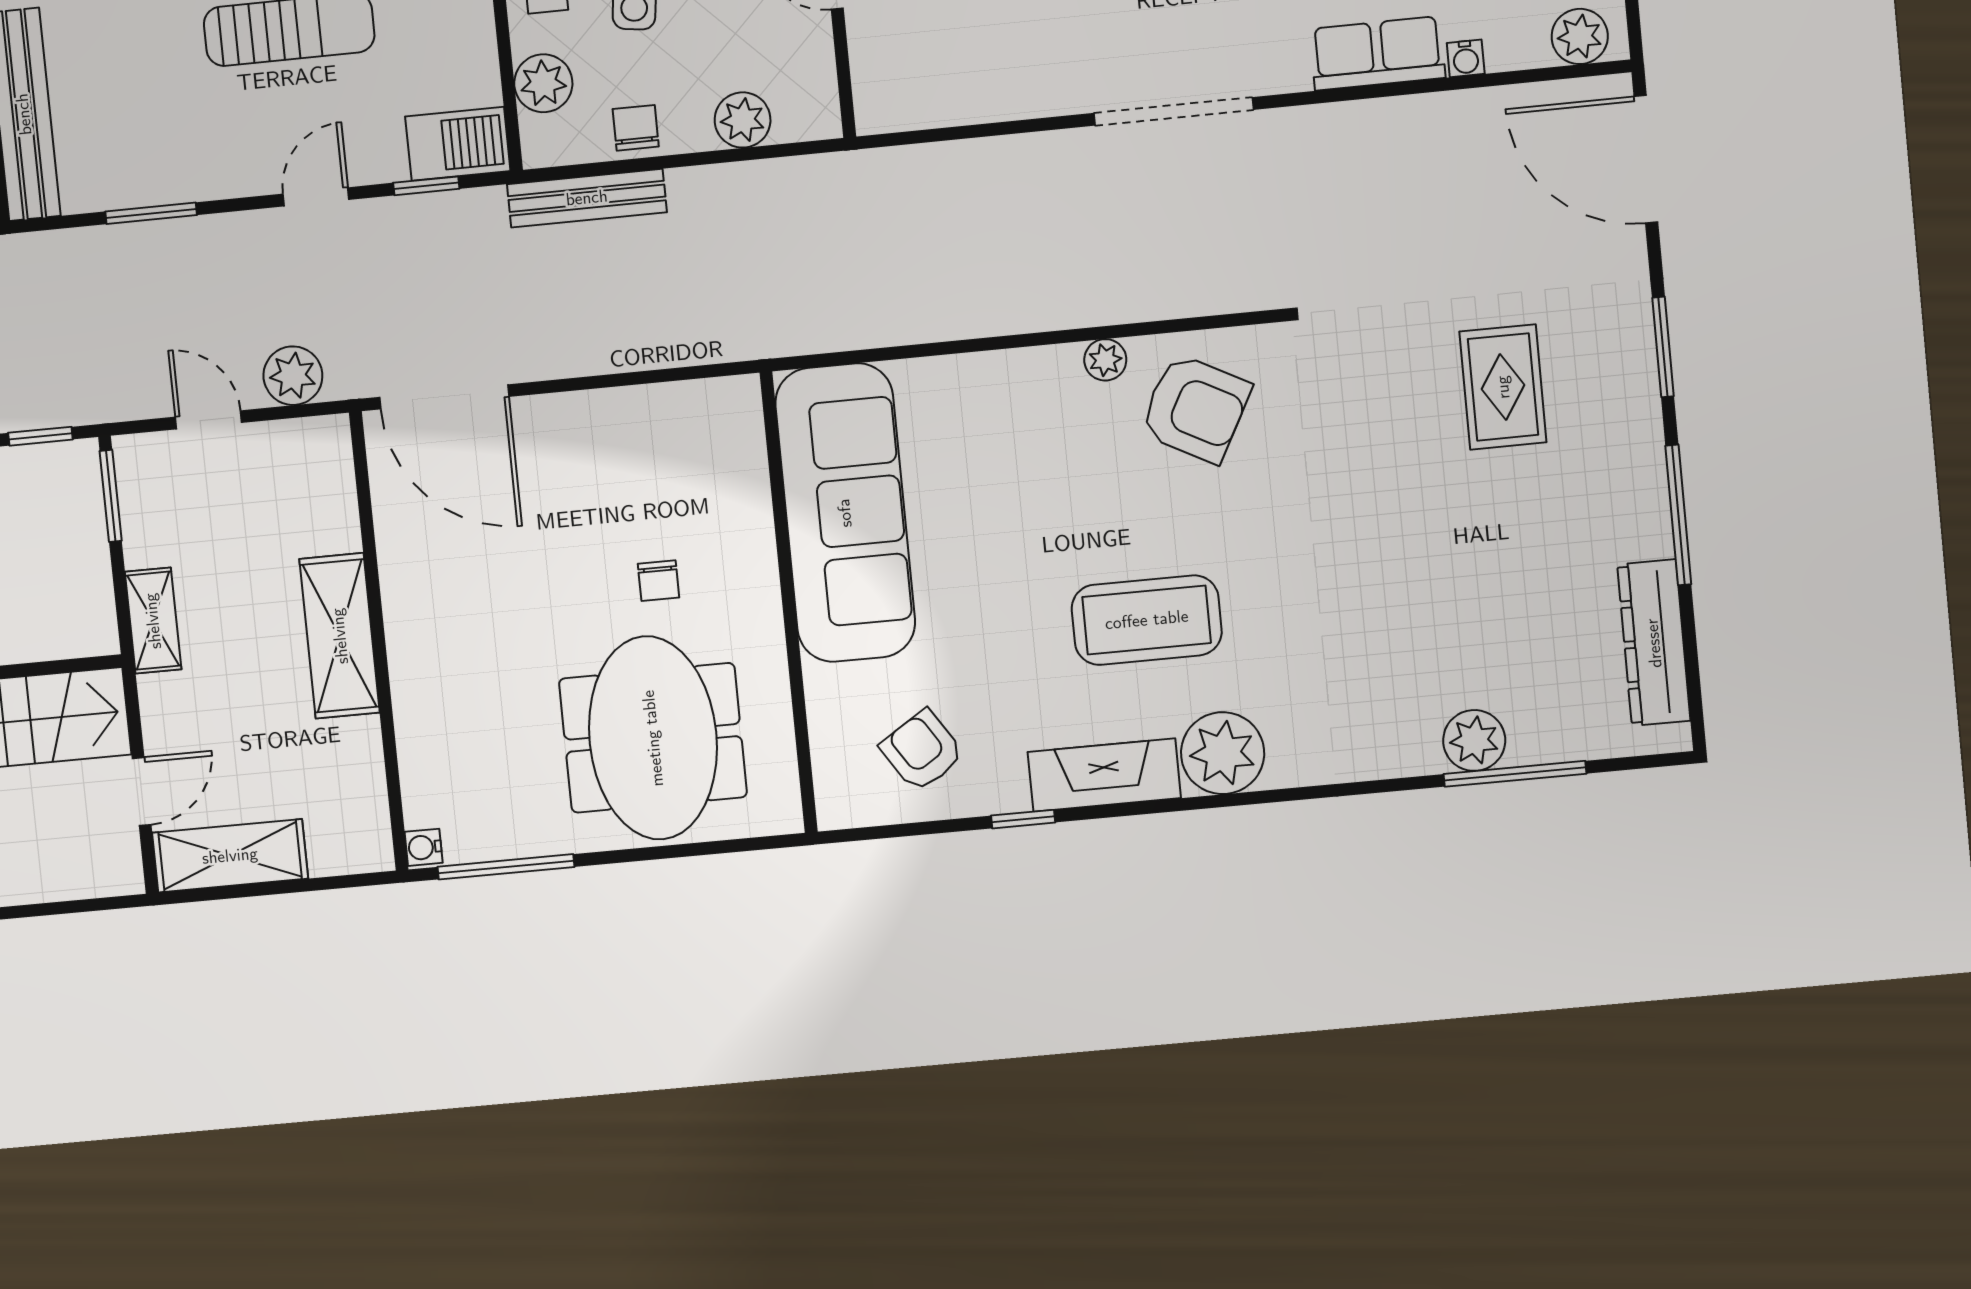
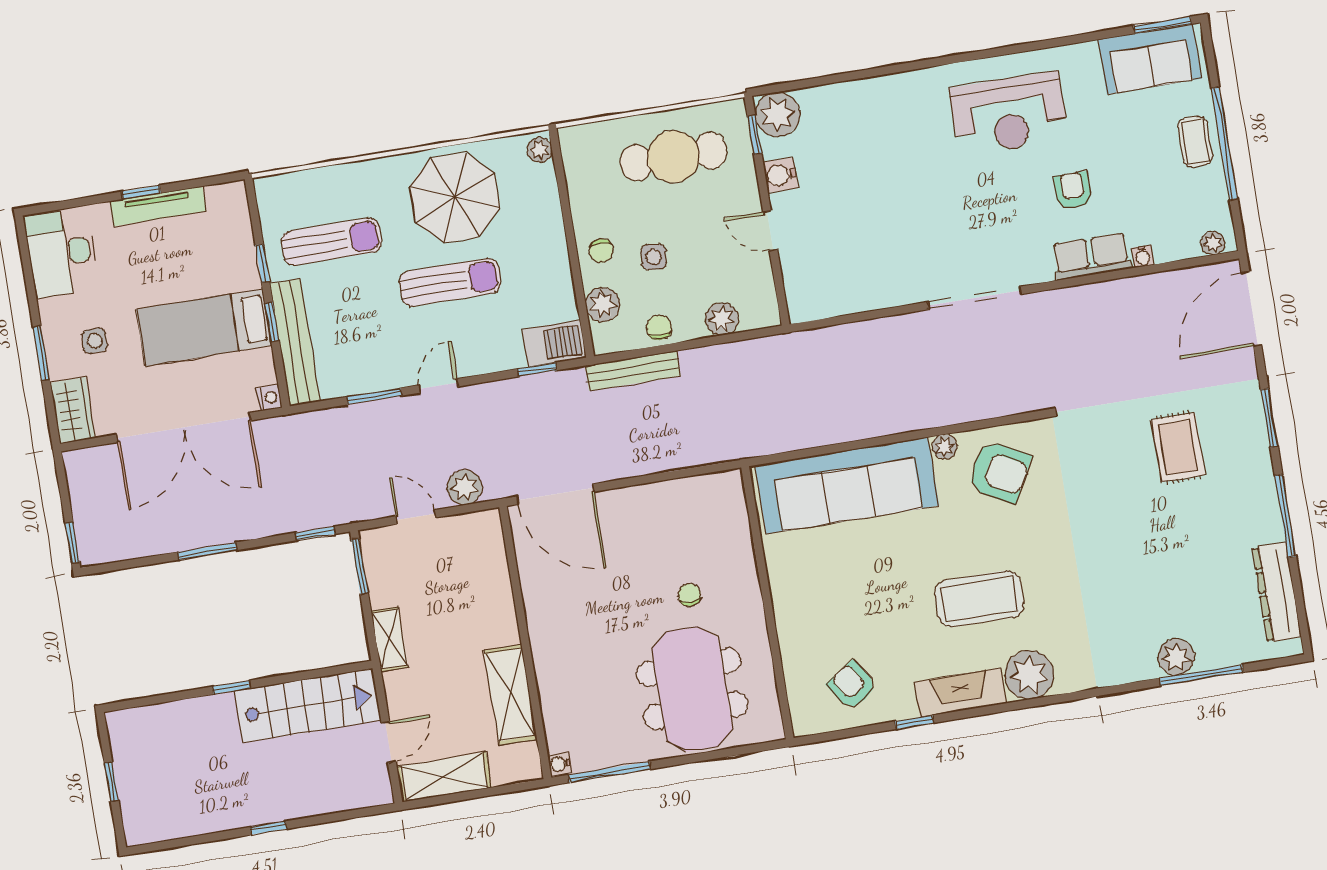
plant: (1580, 36) -> (1213, 243), width x0.73, depth x0.73
door: (1646, 159) -> (1251, 309), hinge flipped
door: (316, 197) -> (439, 386), moved
sofa: (845, 513) -> (847, 485), moved, turned 90
chair: (658, 581) -> (689, 595), turned 180
shelving: (340, 636) -> (510, 695), moved

